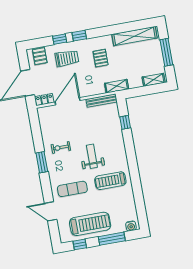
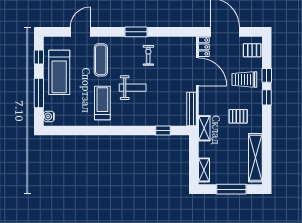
trolley: (67, 58) -> (244, 79), turned 90

